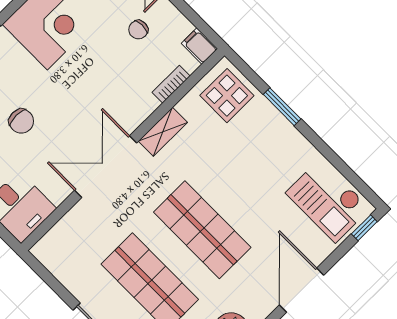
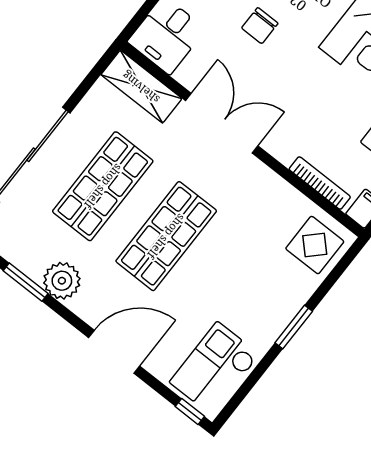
bookcase: (171, 84) -> (320, 183), width x1.56
window: (282, 107) -> (294, 327), moved
shelving: (163, 132) -> (141, 87), moved, width x1.50, depth x1.33

